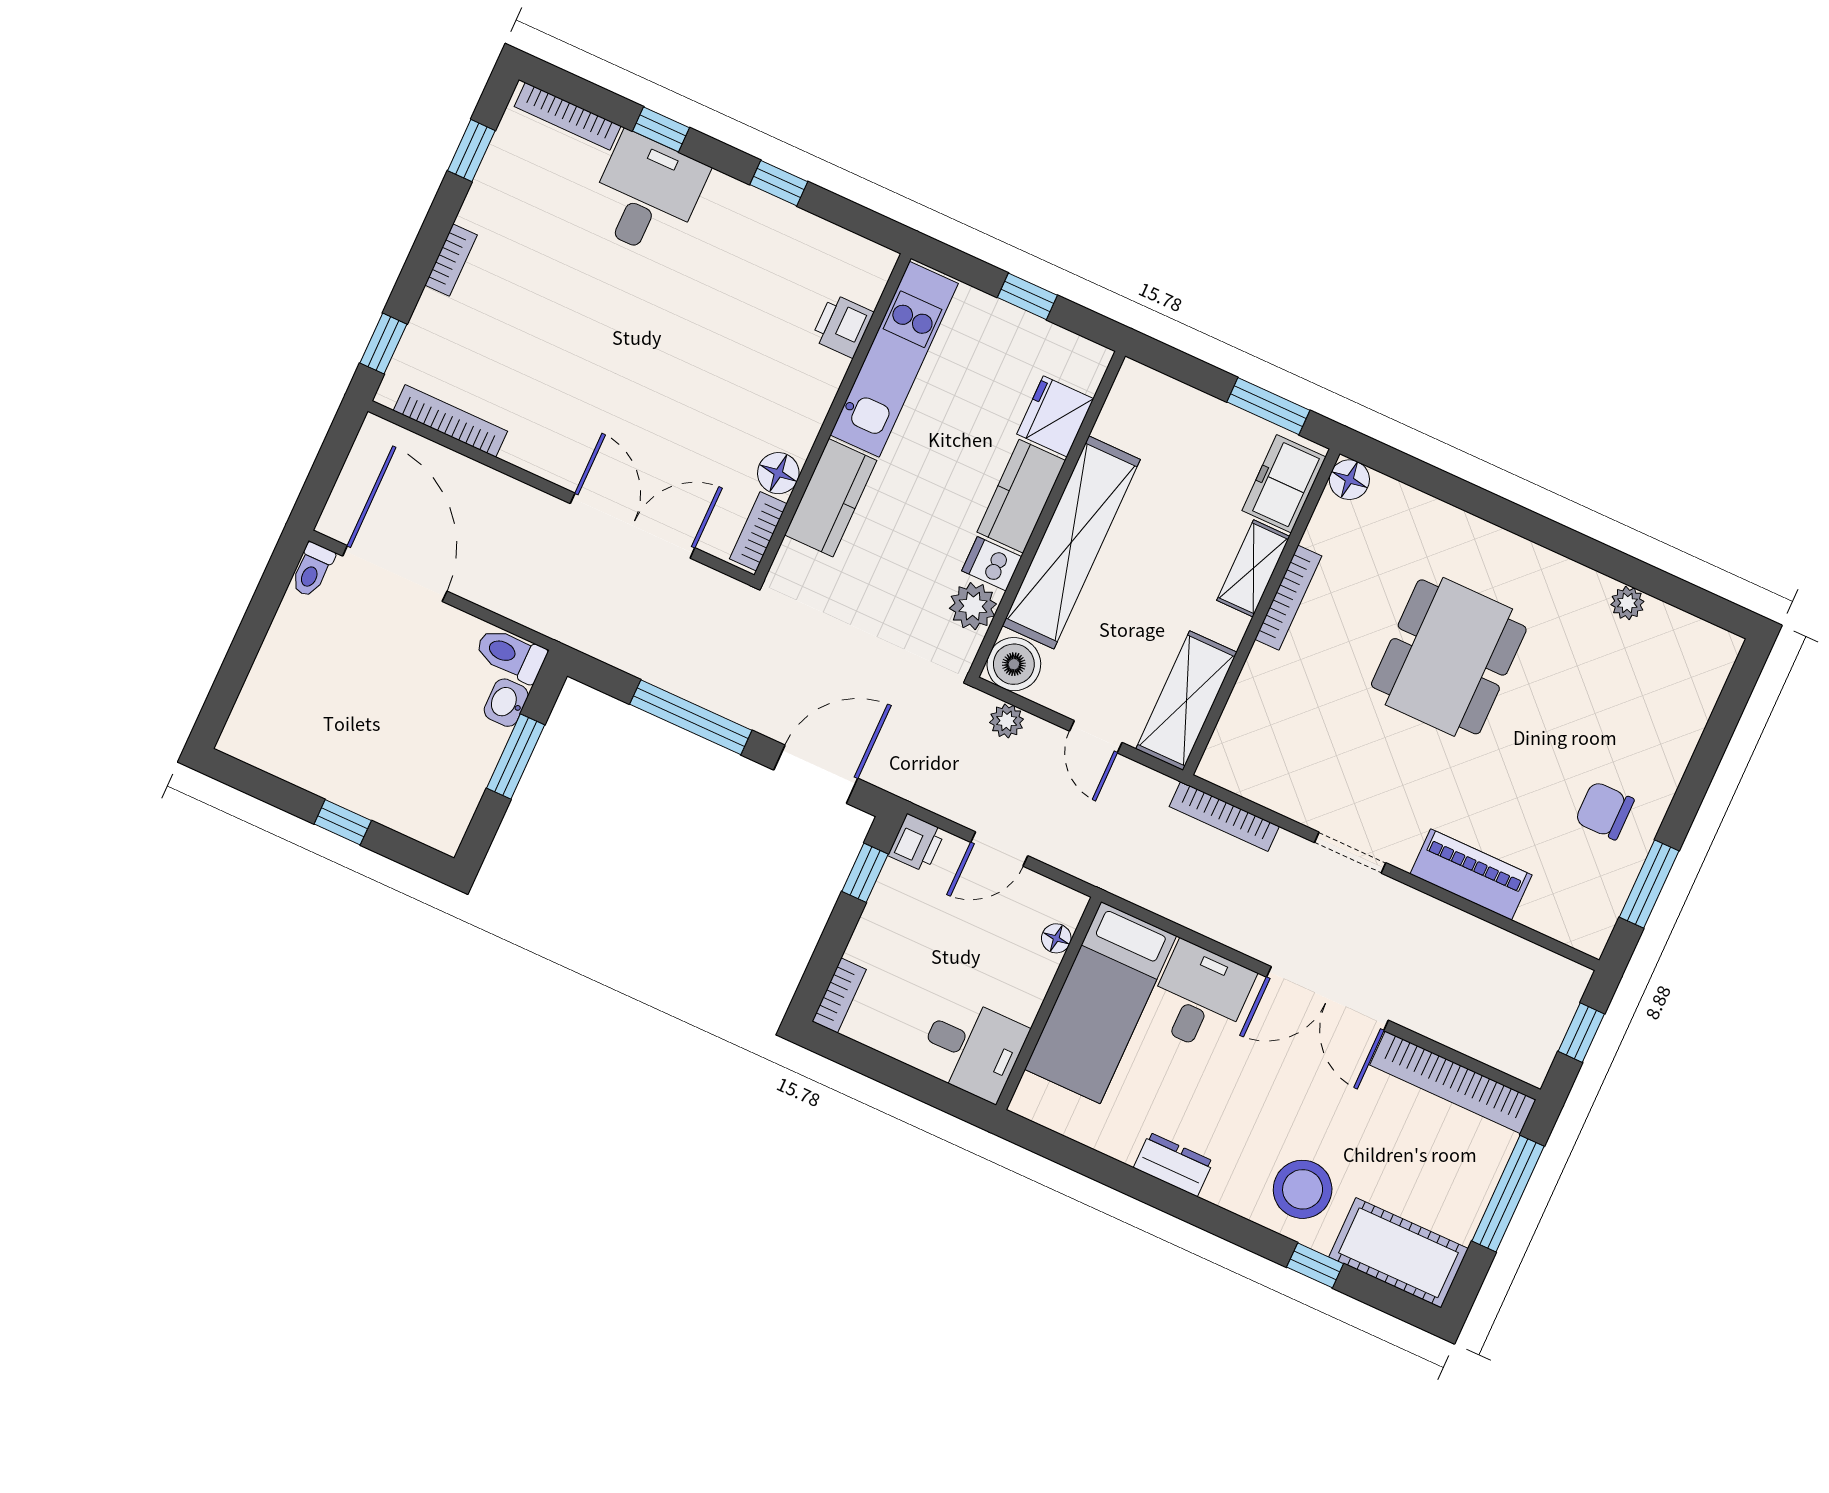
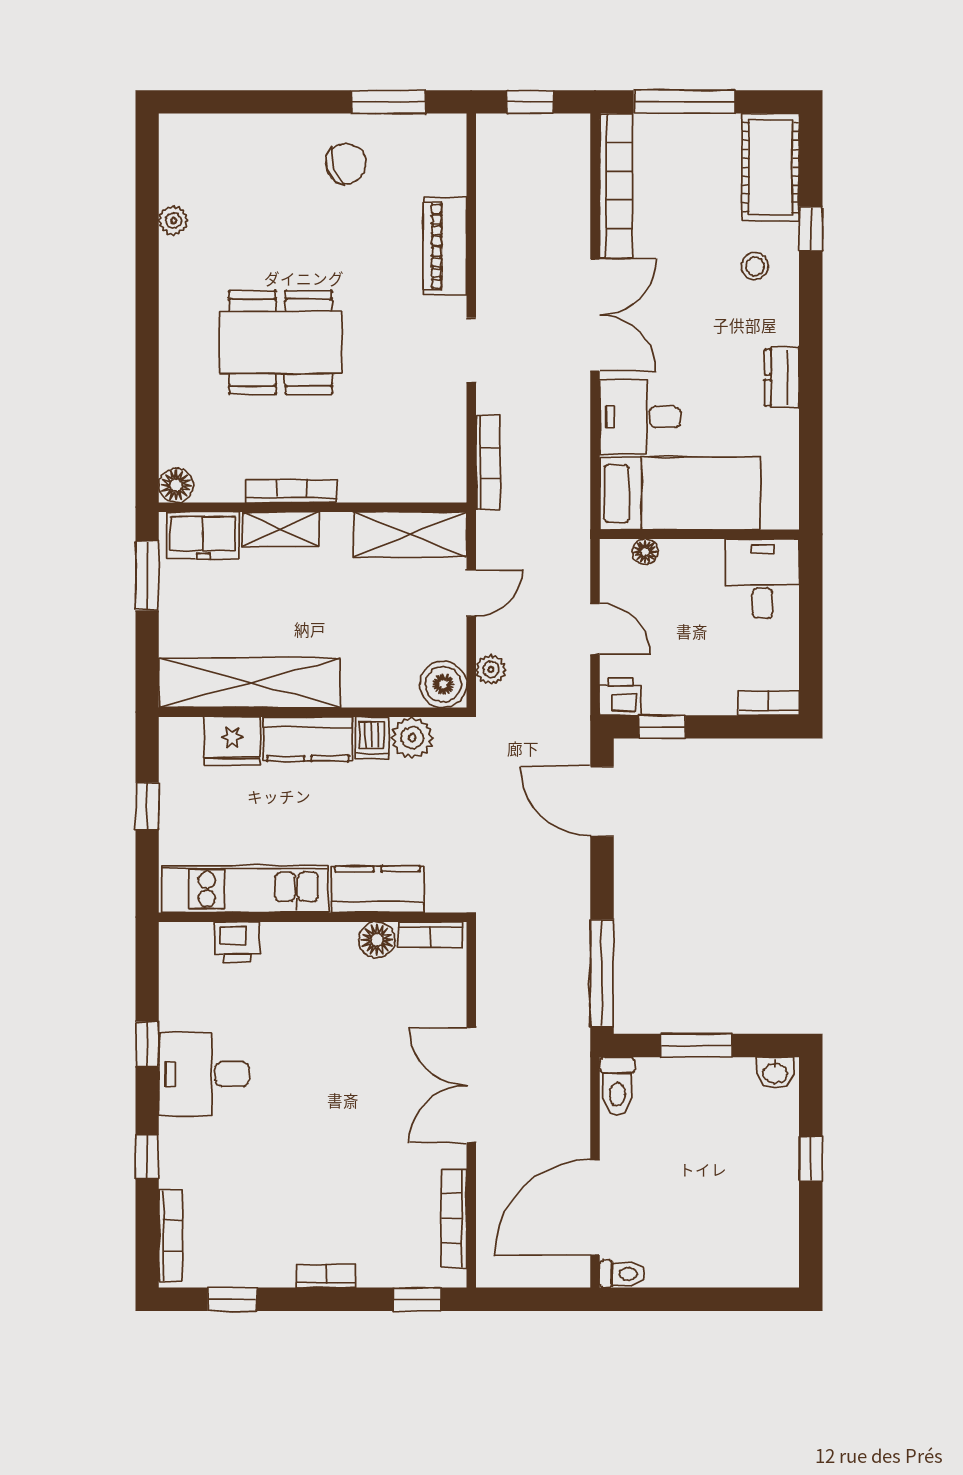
desk: (647, 195) -> (204, 1074), moved
double door: (633, 526) -> (471, 1085), moved
shelving: (1071, 542) -> (250, 683), moved
washbasin: (506, 703) -> (775, 1073), moved
window: (691, 717) -> (602, 973), moved
chair: (1605, 811) -> (346, 164), turned -109
stool: (1303, 1189) -> (755, 266), width x0.53, depth x0.53

